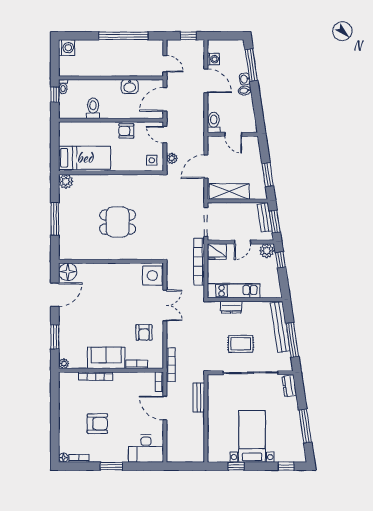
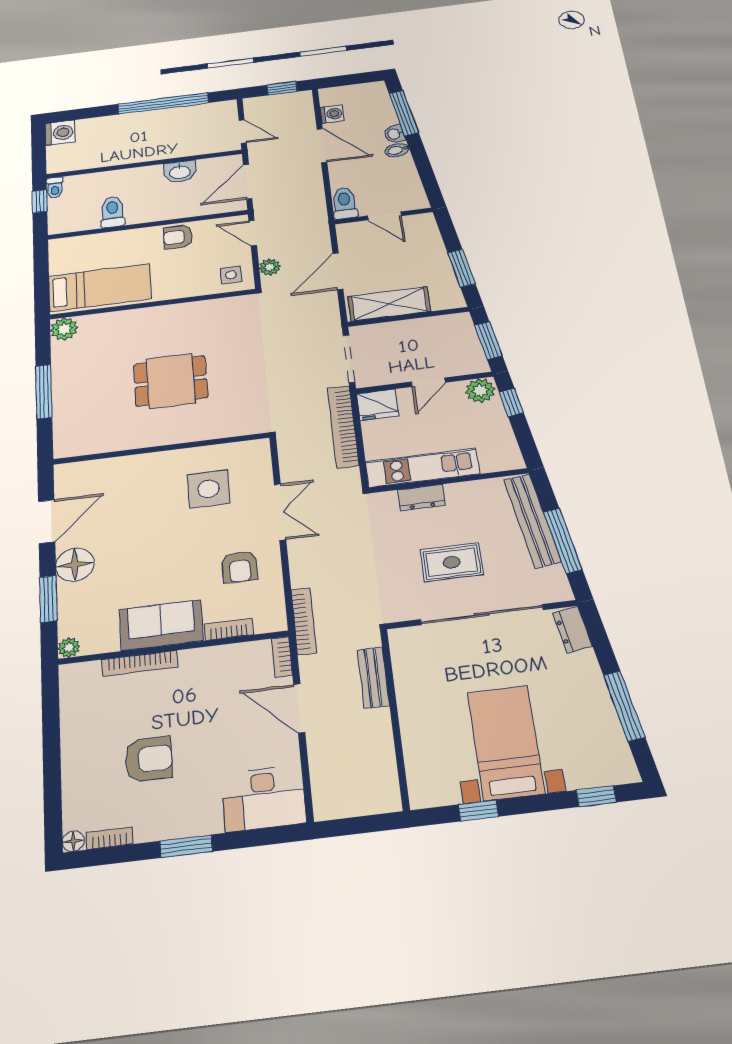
bench: (265, 218) -> (467, 337), removed
floor lamp: (68, 272) -> (75, 565), moved
side table: (152, 276) -> (208, 489), moved

